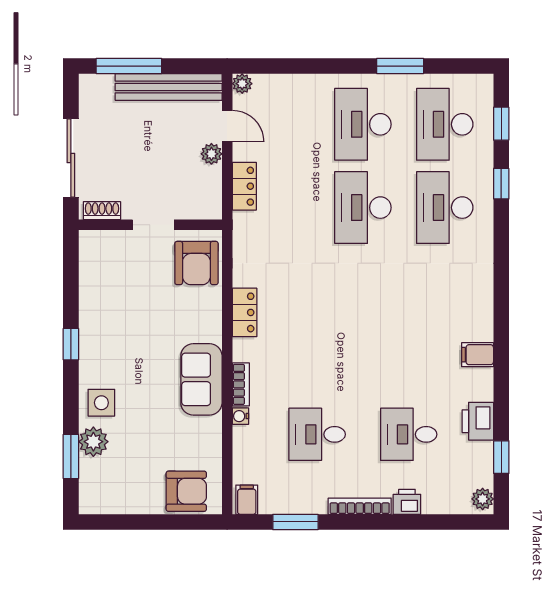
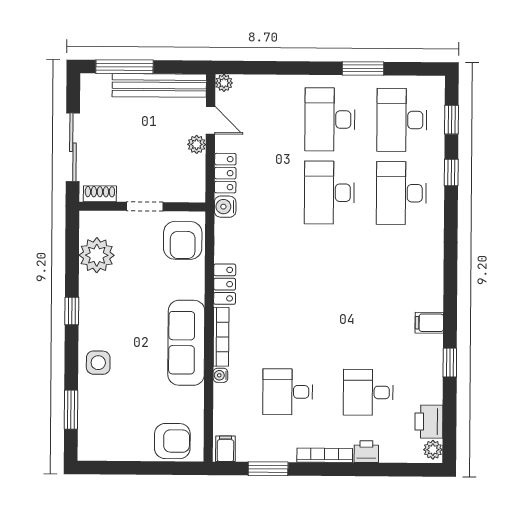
water cooler: (244, 224) -> (225, 207), added
sofa: (201, 379) -> (186, 343), width x1.36
bookcase: (241, 384) -> (221, 337), width x1.56
printer: (478, 421) -> (429, 422), moved
plant: (93, 442) -> (97, 255), moved, width x1.36, depth x1.36
window: (501, 457) -> (450, 363), moved

